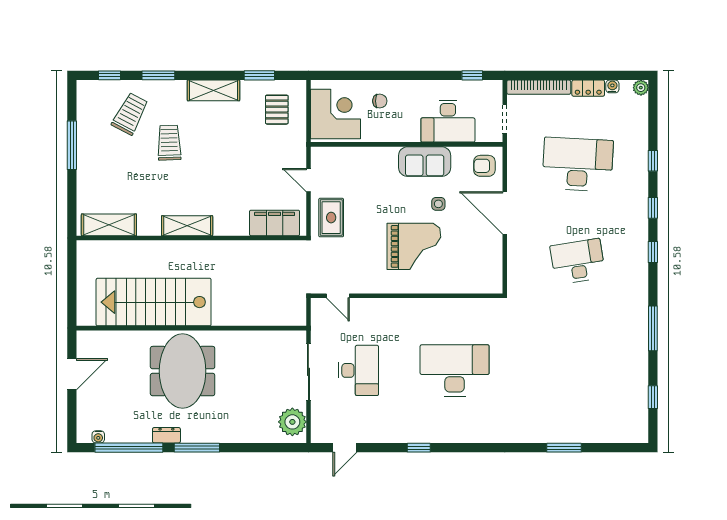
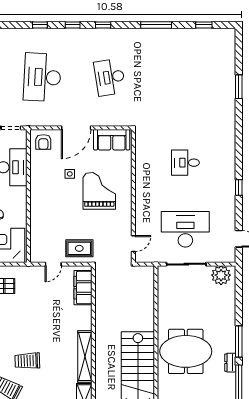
sofa: (425, 162) -> (112, 140), moved, turned 90
shelving: (187, 226) -> (85, 357), width x1.47
desk: (359, 370) -> (185, 229), width x1.36, depth x1.30
desk: (455, 370) -> (185, 163), width x0.53, depth x0.77

